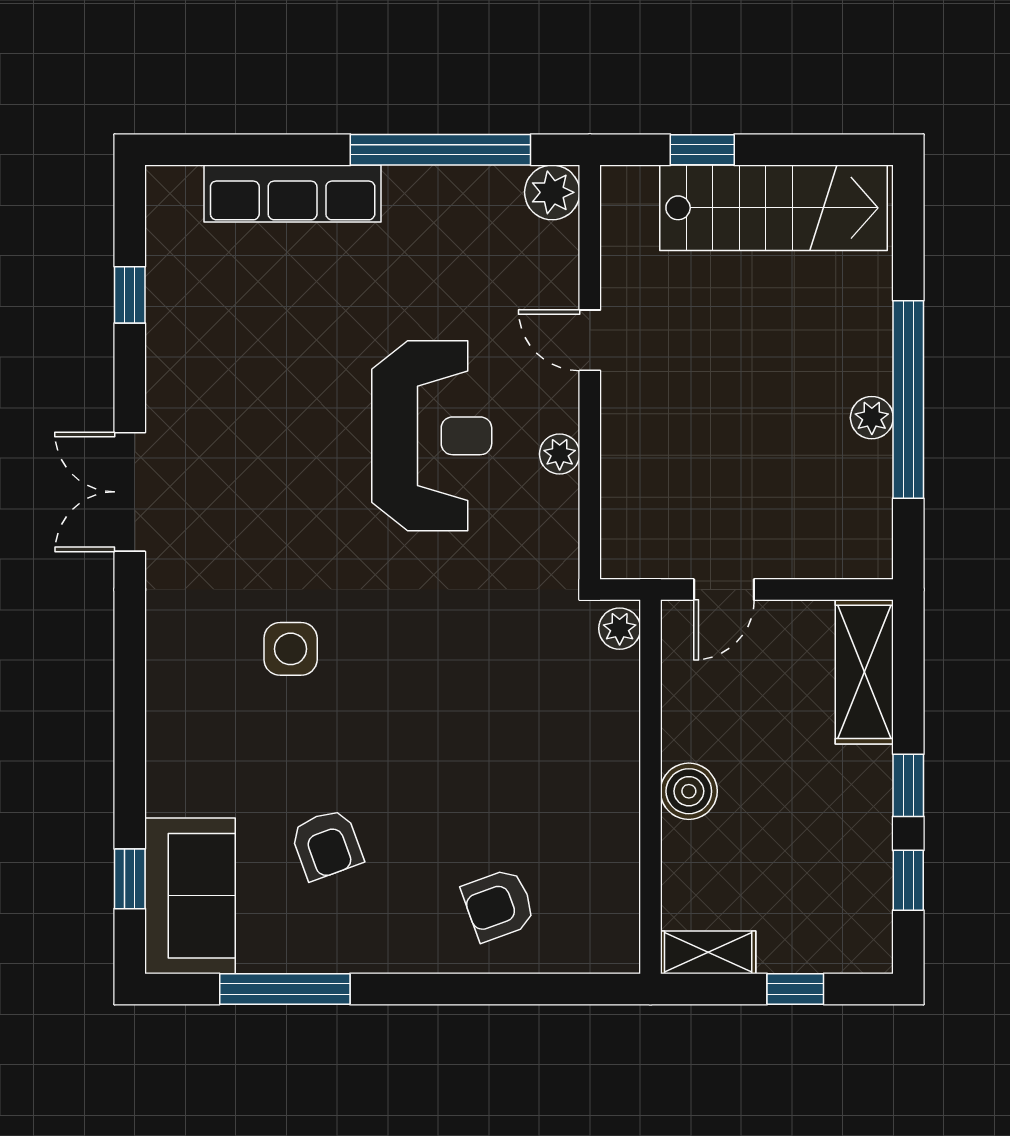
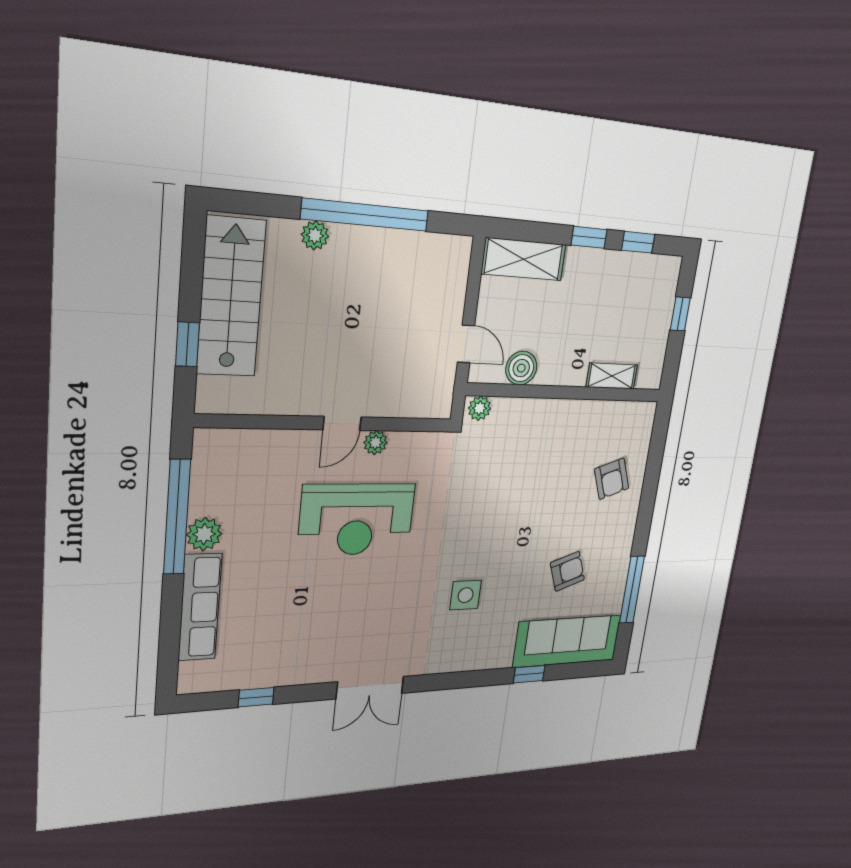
plant: (552, 192) -> (204, 534), moved
door: (590, 340) -> (342, 423), moved
plant: (872, 418) -> (315, 235), moved
reception desk: (432, 436) -> (357, 519), turned 180
boiler: (689, 791) -> (521, 368), moved
window: (130, 879) -> (529, 674), moved
sofa: (190, 896) -> (567, 641), width x1.36
shelving: (708, 952) -> (612, 376), moved, turned 90

